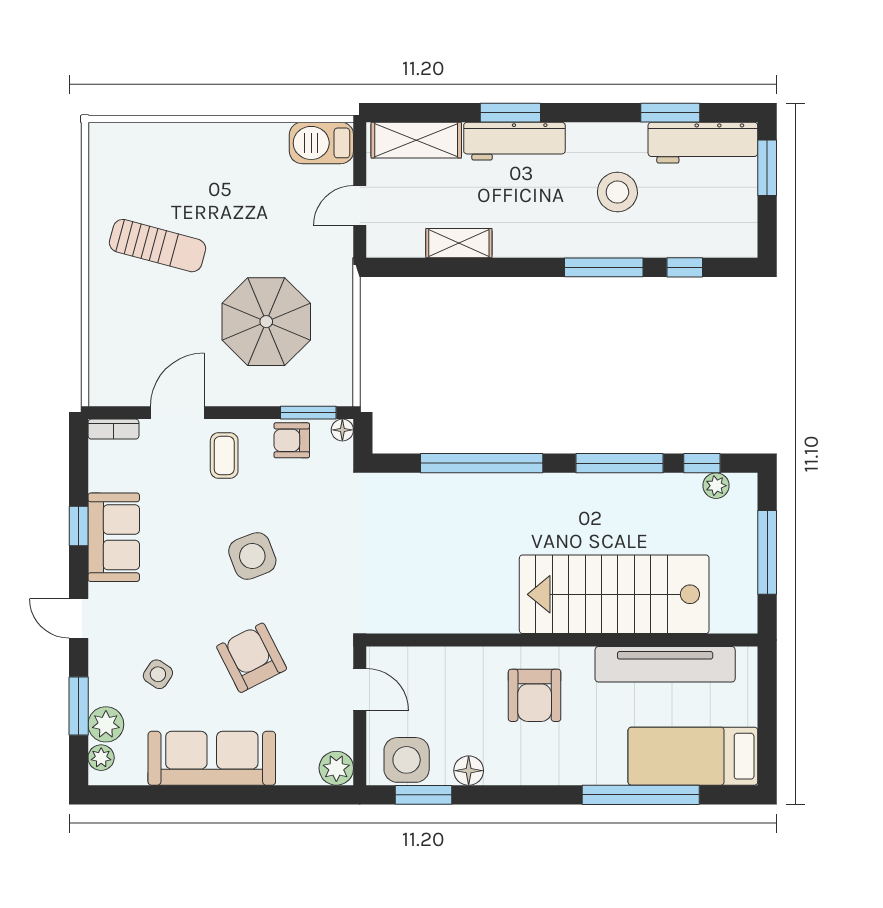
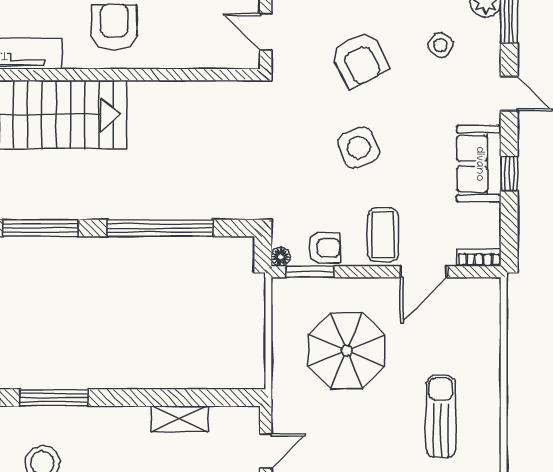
sun lounger: (158, 246) -> (441, 417), turned 75
coffee table: (224, 456) -> (383, 235), width x1.36, depth x1.30

